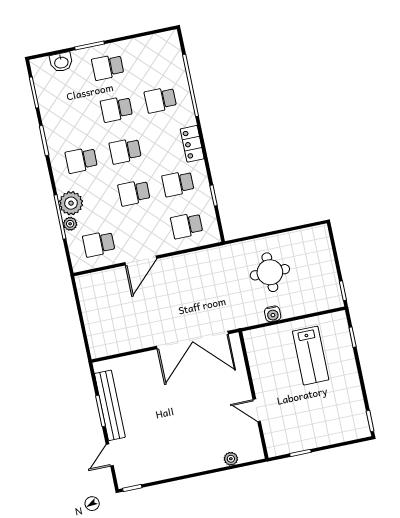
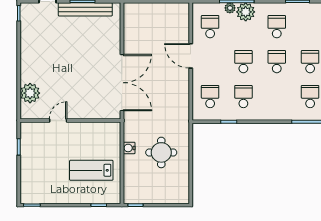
locker: (192, 144) -> (271, 114), removed
double door: (192, 340) -> (122, 83), swing flipped
plant: (231, 459) -> (30, 93), width x1.88, depth x1.88

